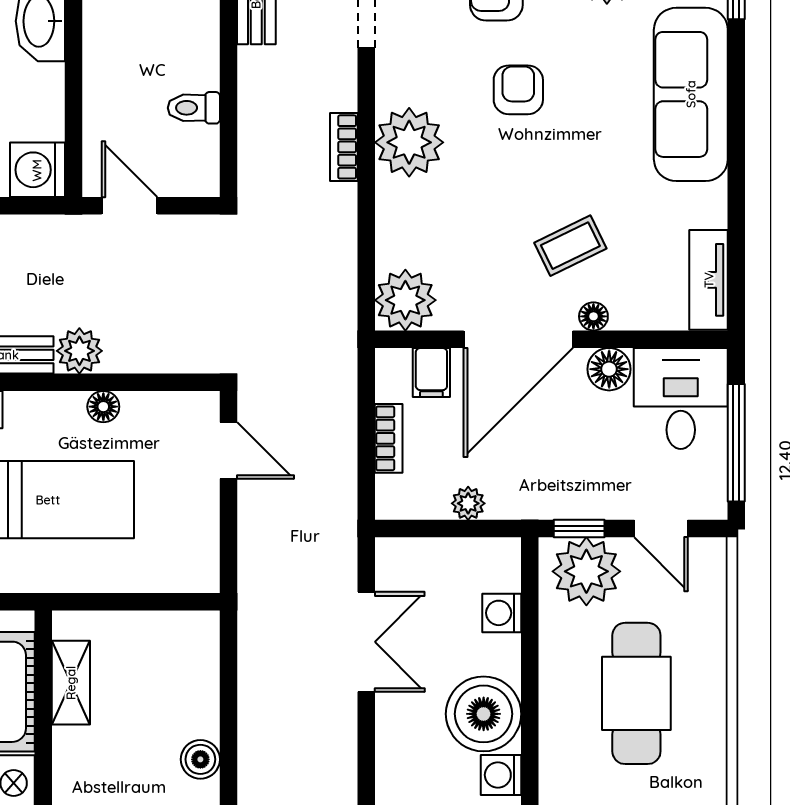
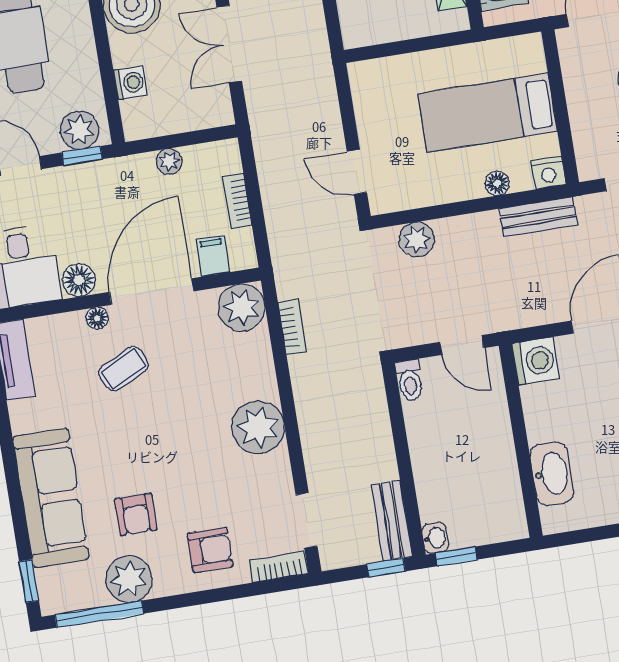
armchair: (518, 90) -> (136, 514), moved
toilet: (194, 108) -> (410, 380), moved, turned 90
bookcase: (344, 147) -> (292, 327), moved
plant: (79, 351) -> (417, 240), moved
floor lamp: (103, 407) -> (497, 183), moved
plant: (586, 571) -> (79, 130), width x0.73, depth x0.73

